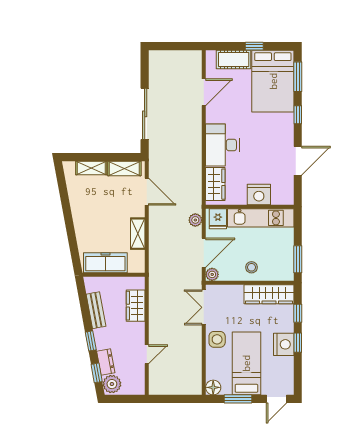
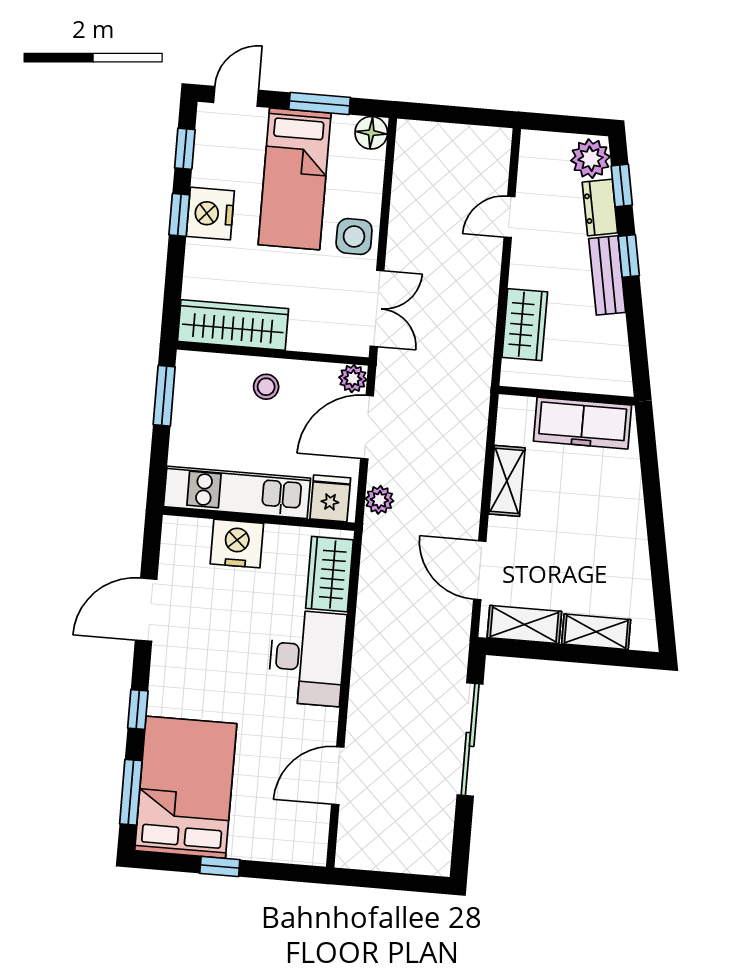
cot: (234, 59) -> (267, 841), removed
bench: (96, 310) -> (607, 275), moved
window: (298, 313) -> (185, 149), moved

